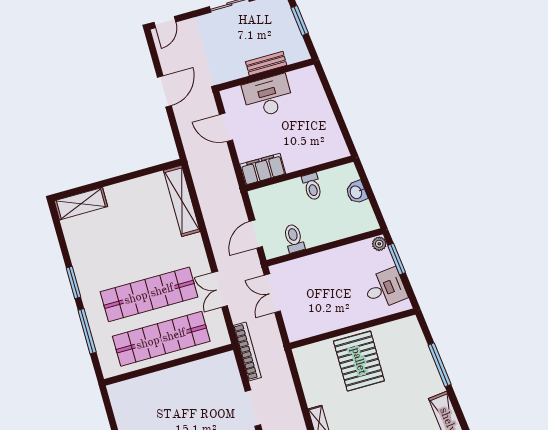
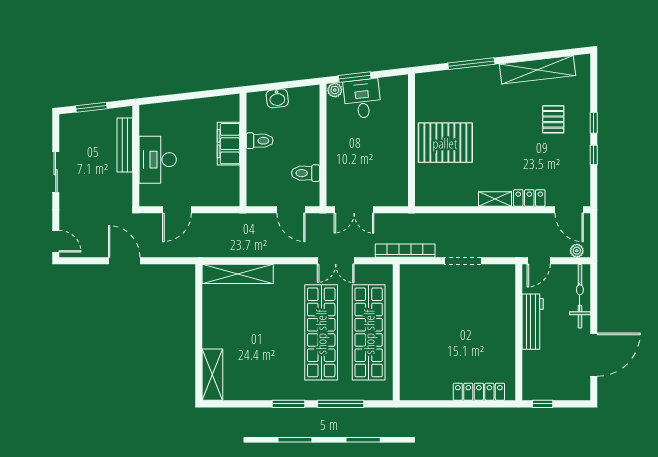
bench: (266, 63) -> (125, 145), width x1.36
filing cabinet: (263, 169) -> (228, 144), moved
desk: (385, 289) -> (362, 99), moved

